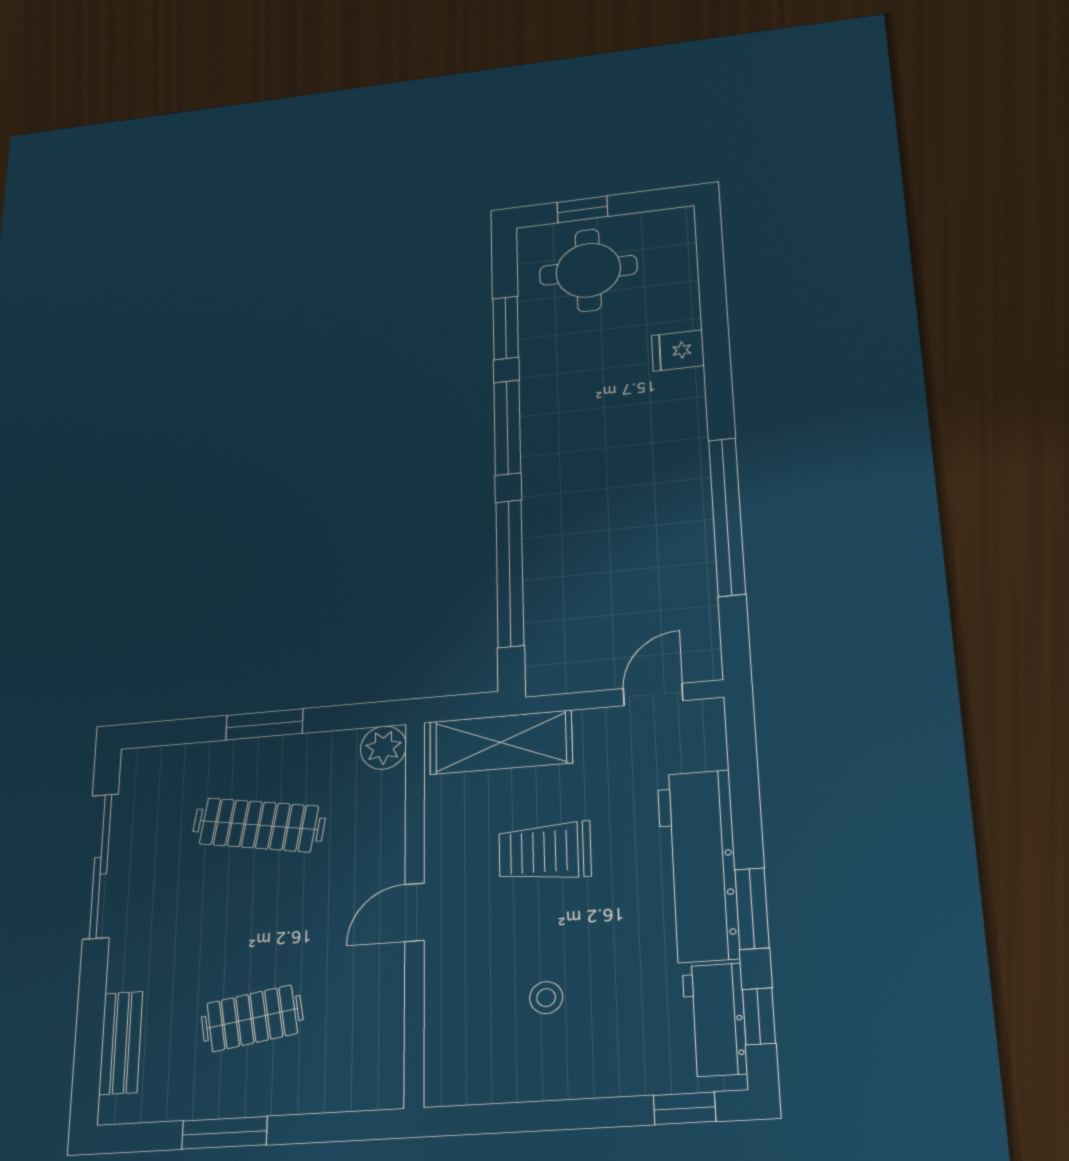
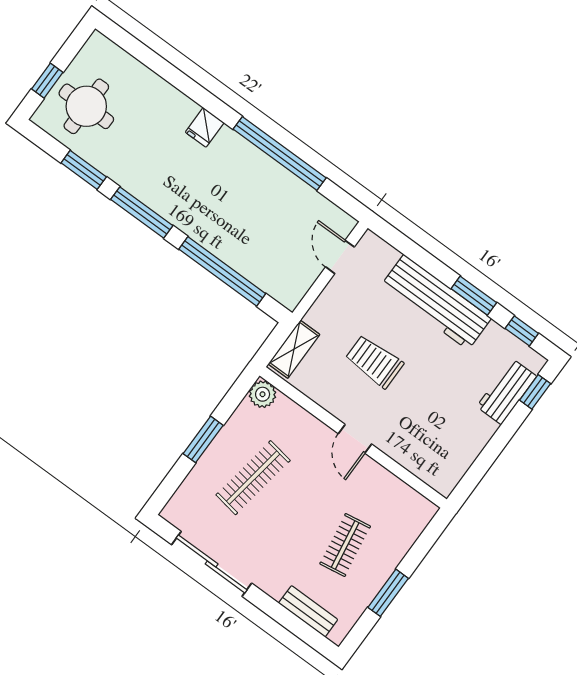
fridge: (678, 351) -> (205, 127), moved
shelving: (501, 742) -> (294, 349), width x0.67, depth x0.75
trolley: (545, 852) -> (374, 361), turned 90
stool: (546, 998) -> (441, 412), removed
workbench: (715, 1020) -> (507, 391), moved, turned 90

